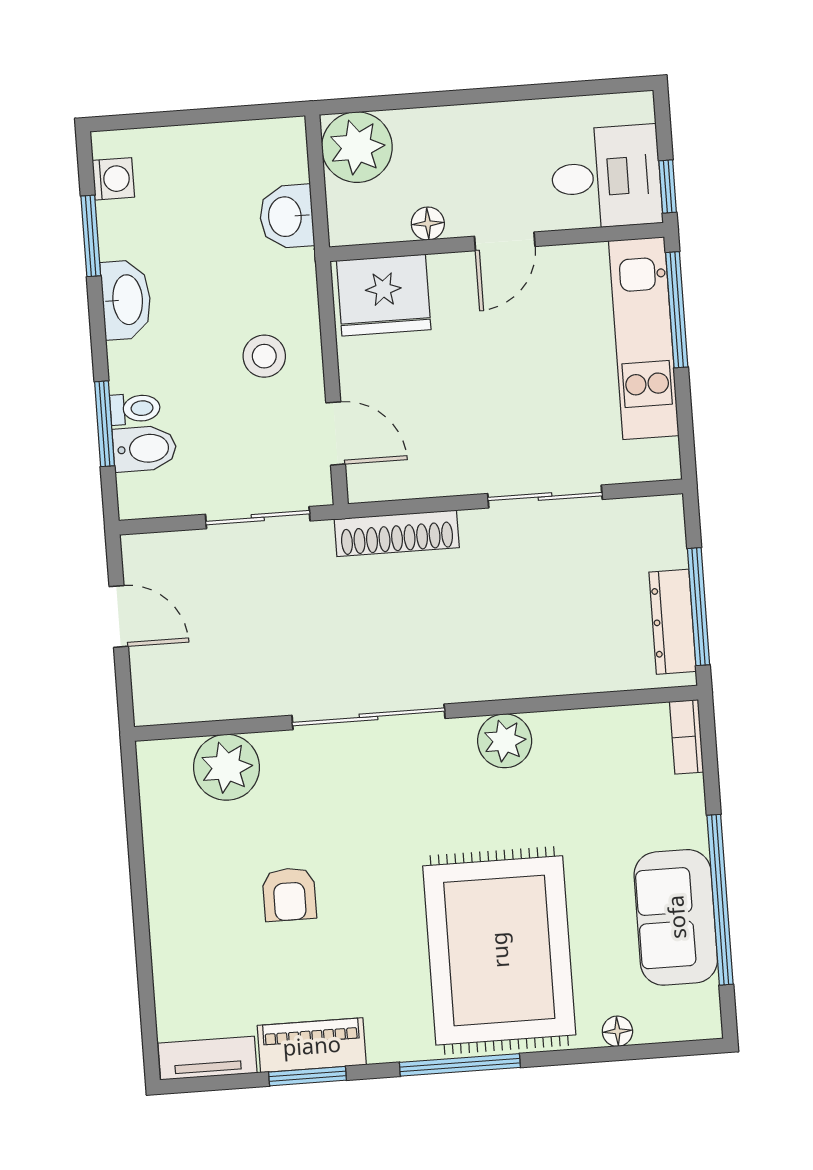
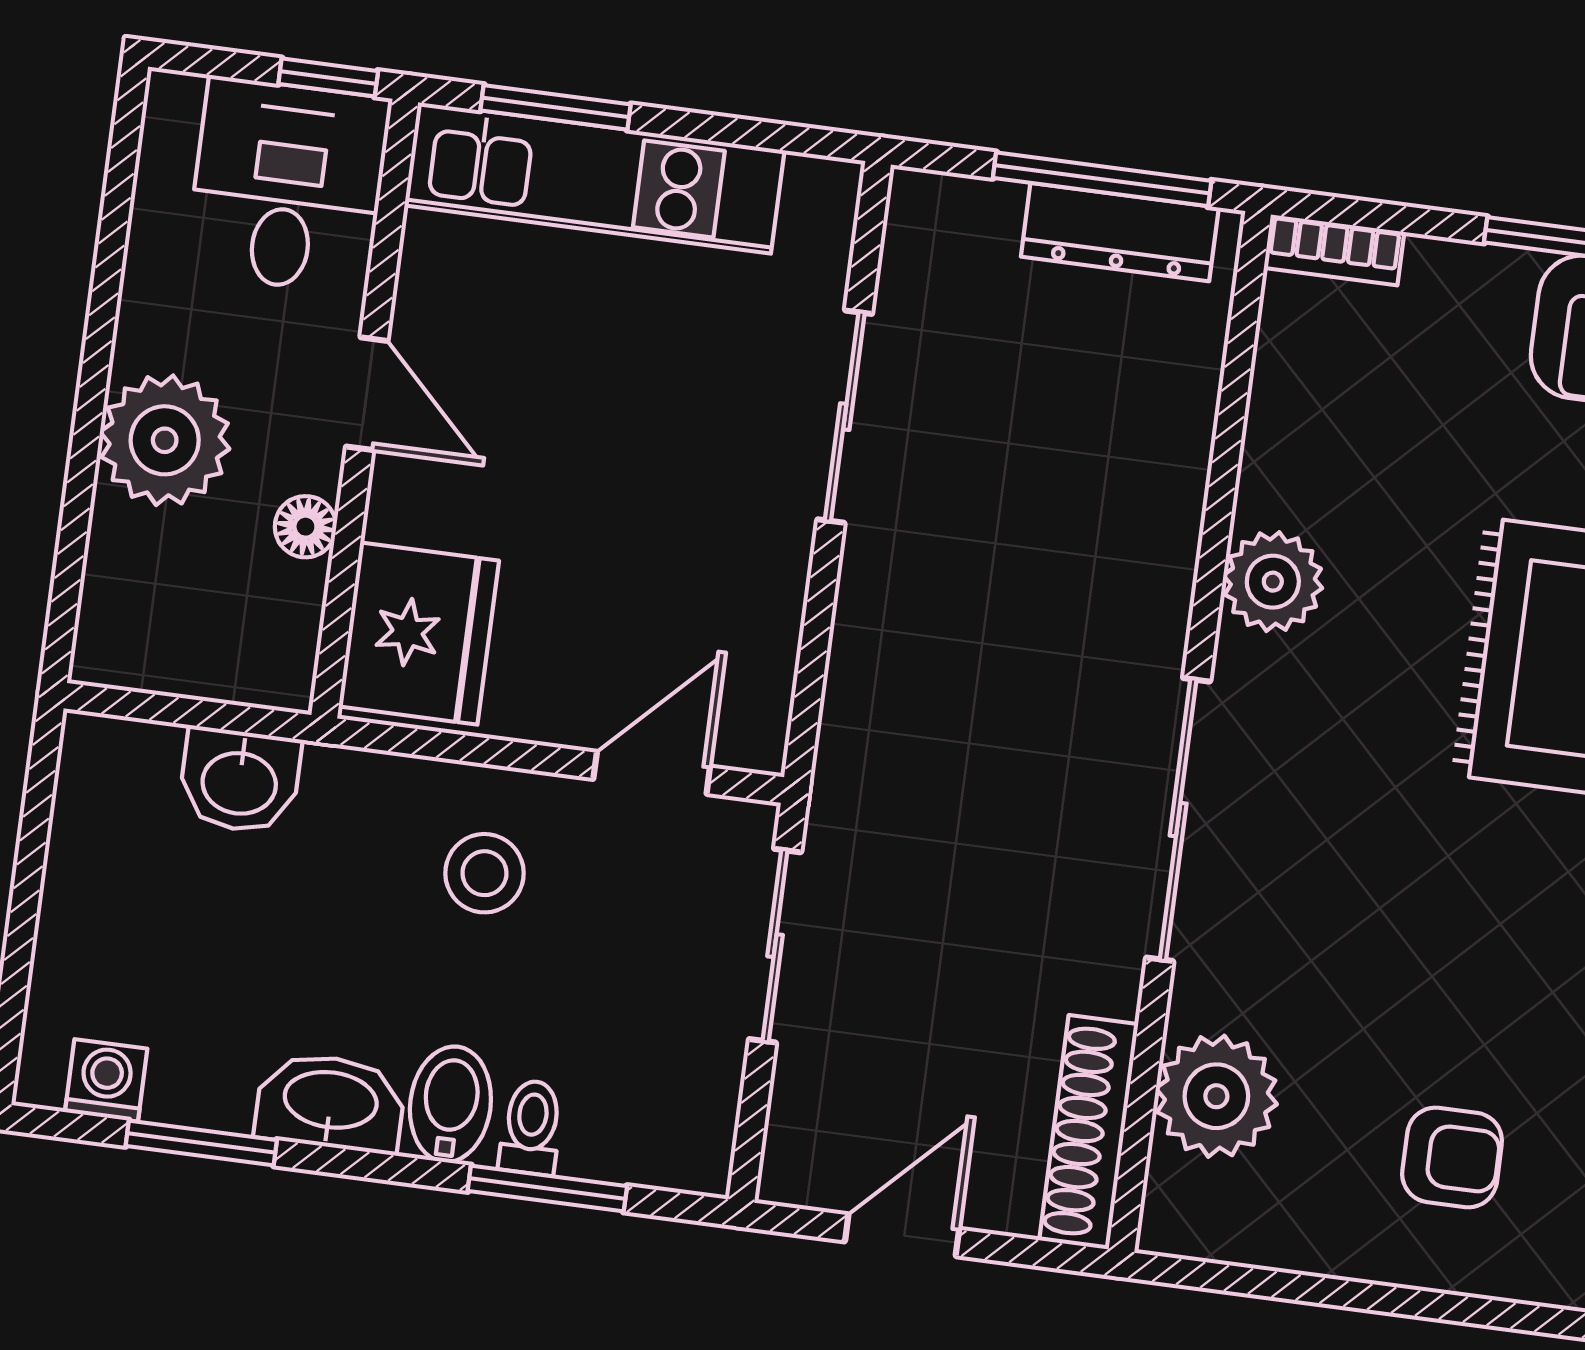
plant: (357, 147) -> (165, 440), moved
window: (677, 310) -> (556, 107), width x0.69
bidet: (145, 449) -> (450, 1104), moved
shoe rack: (397, 533) -> (1089, 1132), moved, turned 180
armchair: (289, 894) -> (1452, 1157), moved

